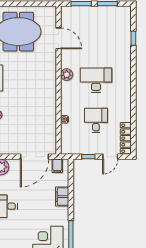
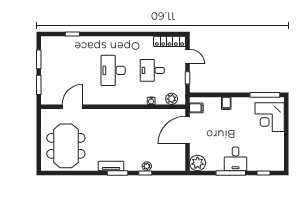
plant: (67, 75) -> (172, 99), moved
door: (35, 157) -> (187, 130), swing flipped
filing cabinet: (62, 197) -> (226, 103), width x0.50

